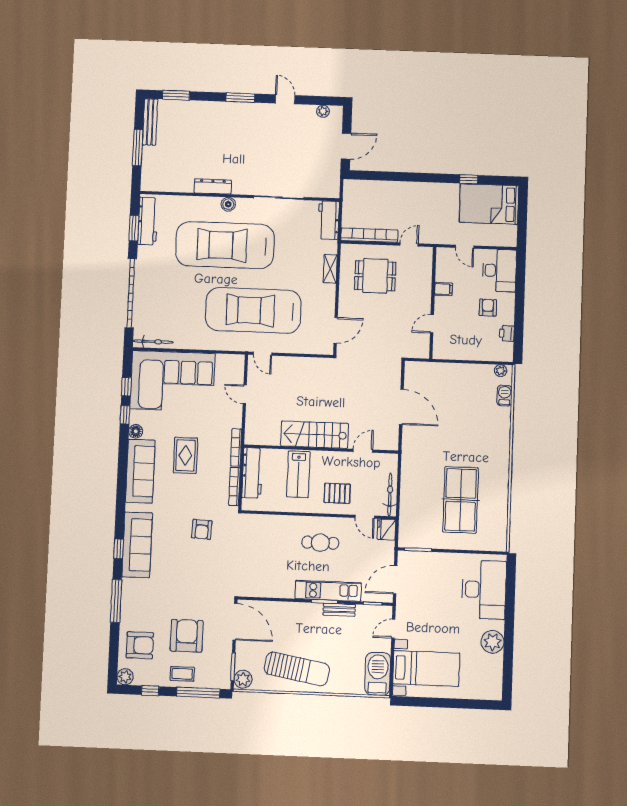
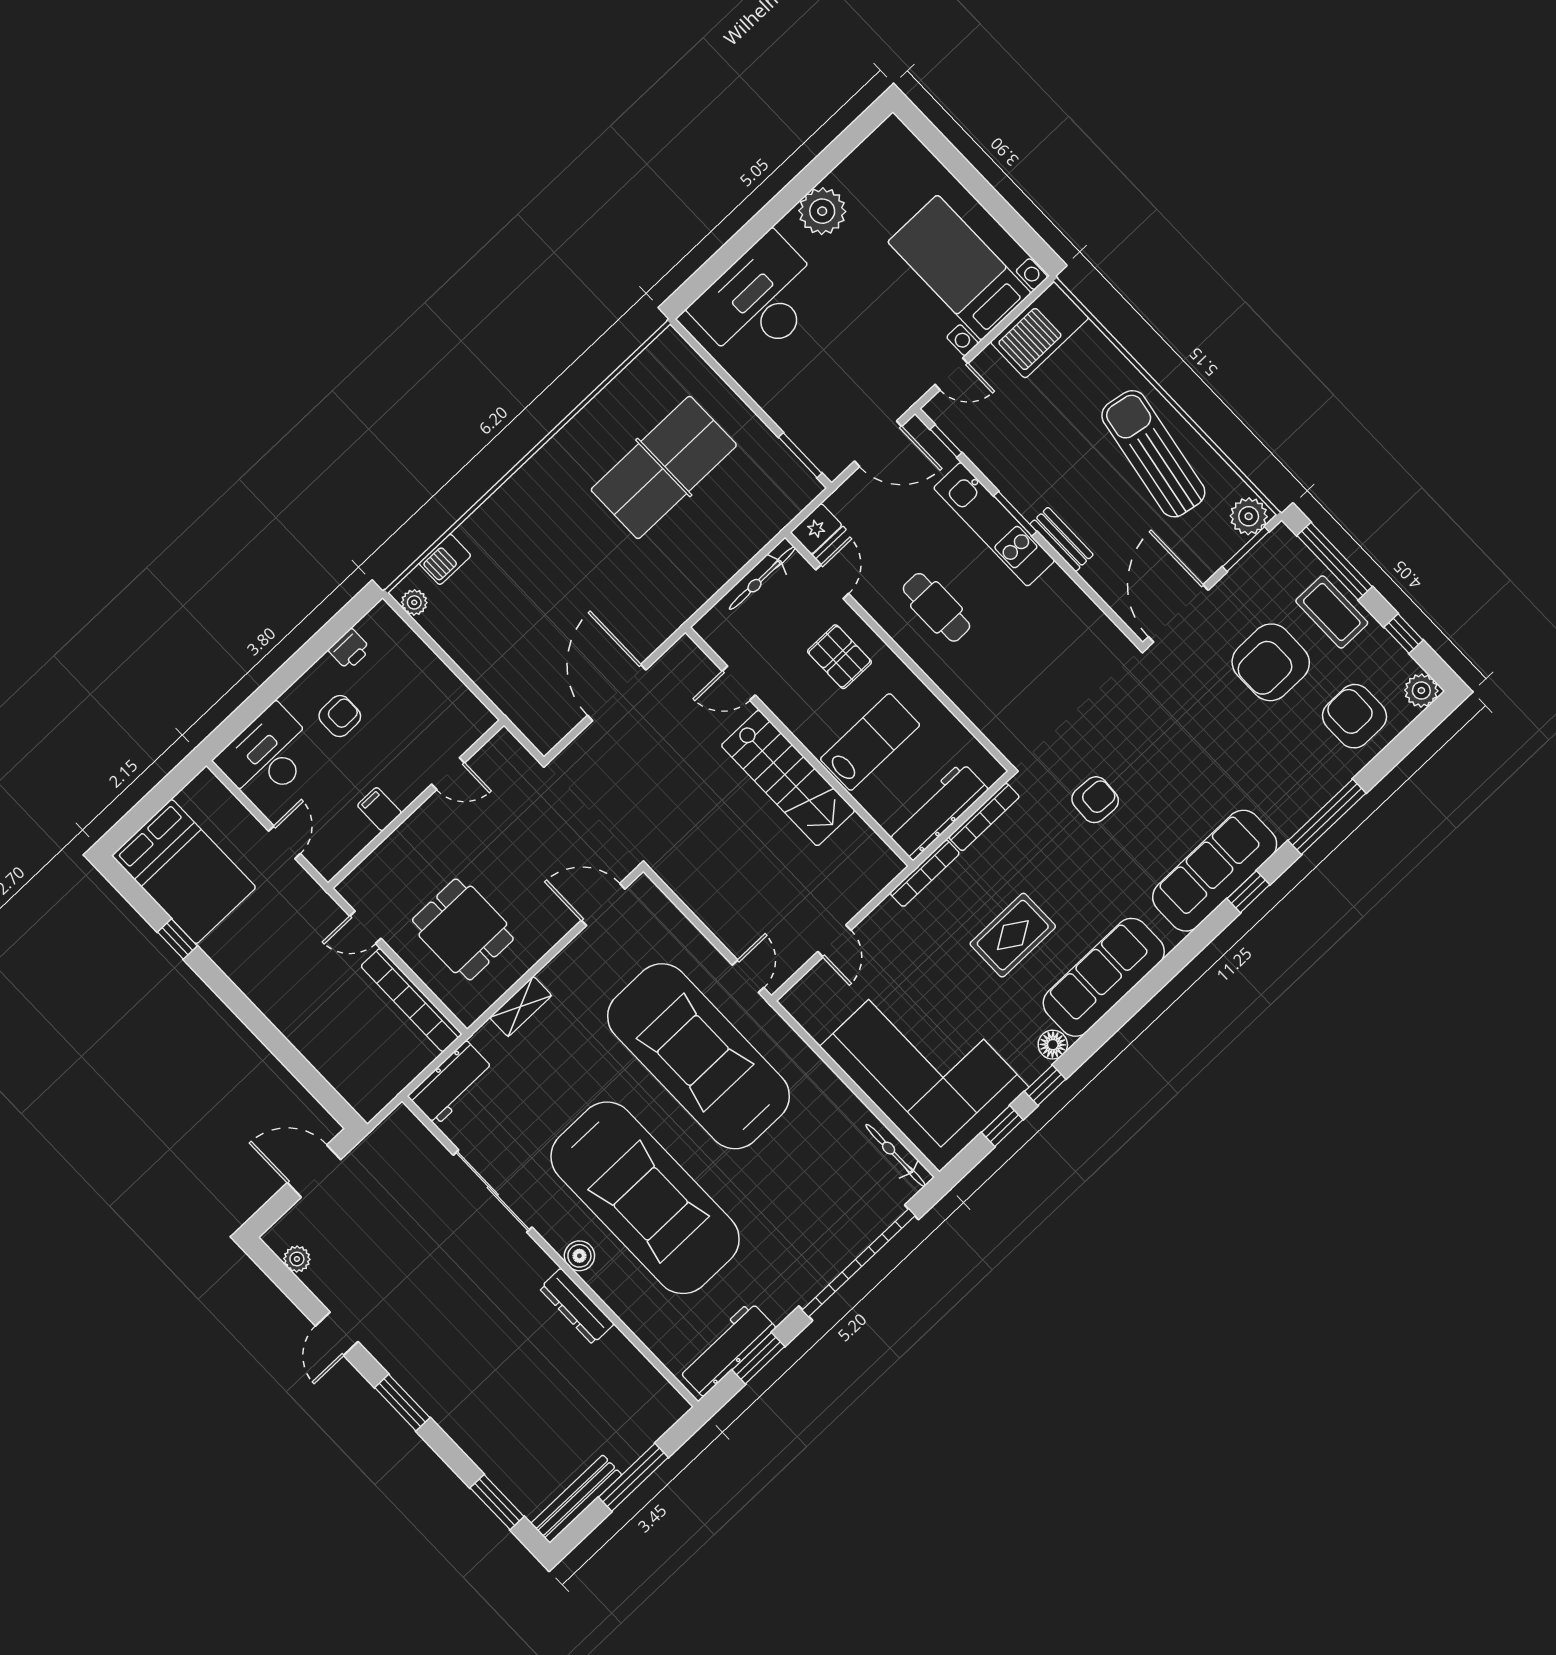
armchair: (488, 308) -> (340, 716), turned 180
car: (253, 310) -> (698, 1056), turned 180
bench: (339, 610) -> (1062, 539), moved
coffee table: (182, 674) -> (1332, 612), width x1.36, depth x1.30

